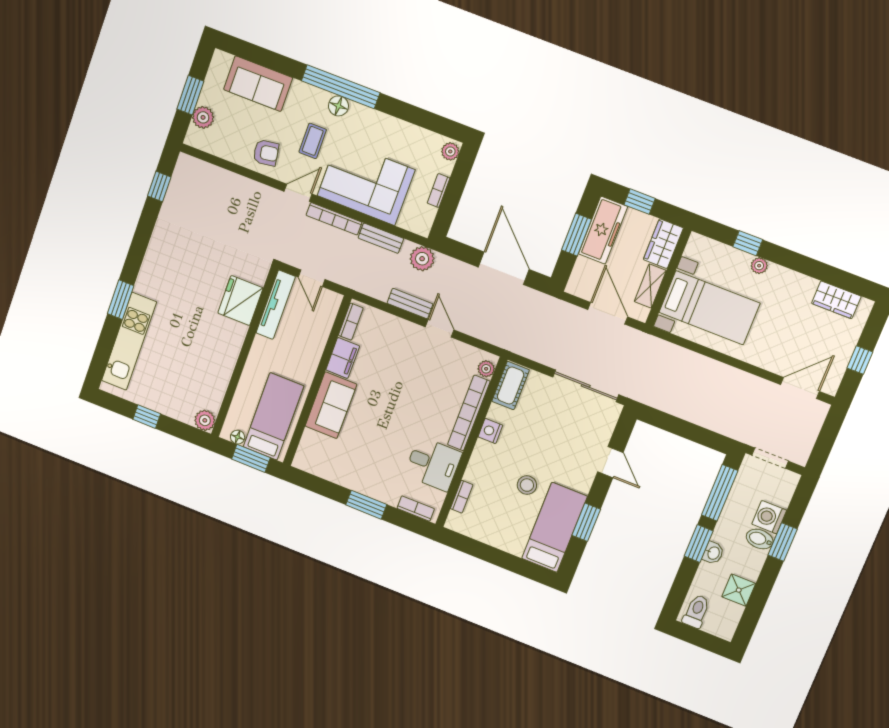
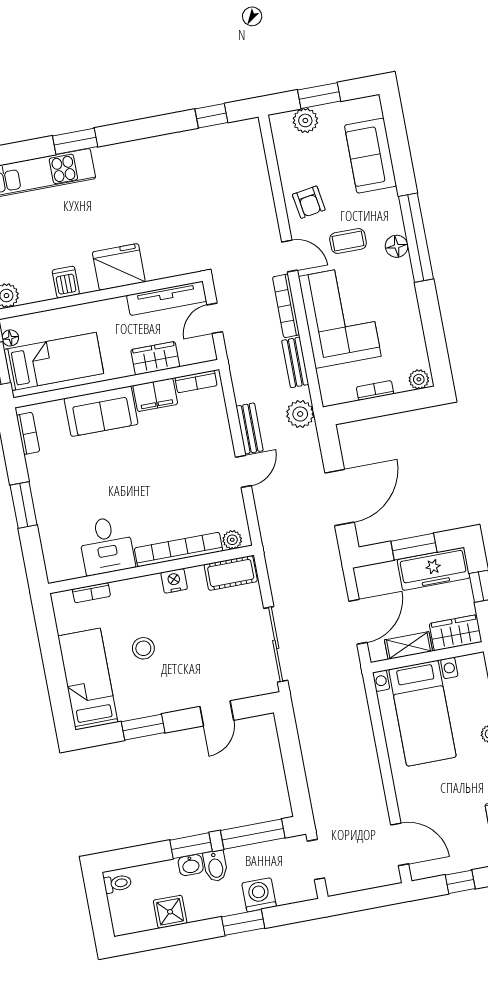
fridge: (240, 300) -> (119, 267), moved
wardrobe: (315, 341) -> (155, 358), added
dishwasher: (220, 371) -> (66, 282), added
bookcase: (416, 509) -> (28, 433), moved
bed: (554, 527) -> (88, 679), moved, turned -90
bidet: (760, 539) -> (215, 866), moved, turned 180
toilet: (696, 611) -> (118, 884), width x0.73, depth x0.72

